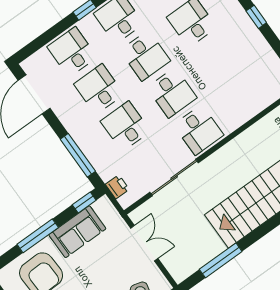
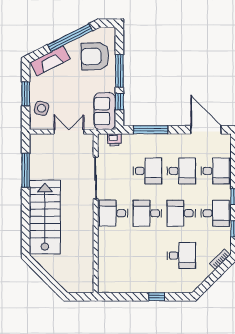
window: (84, 203) -> (119, 102), moved
sofa: (77, 232) -> (105, 111), moved
double door: (144, 243) -> (69, 132), swing flipped

